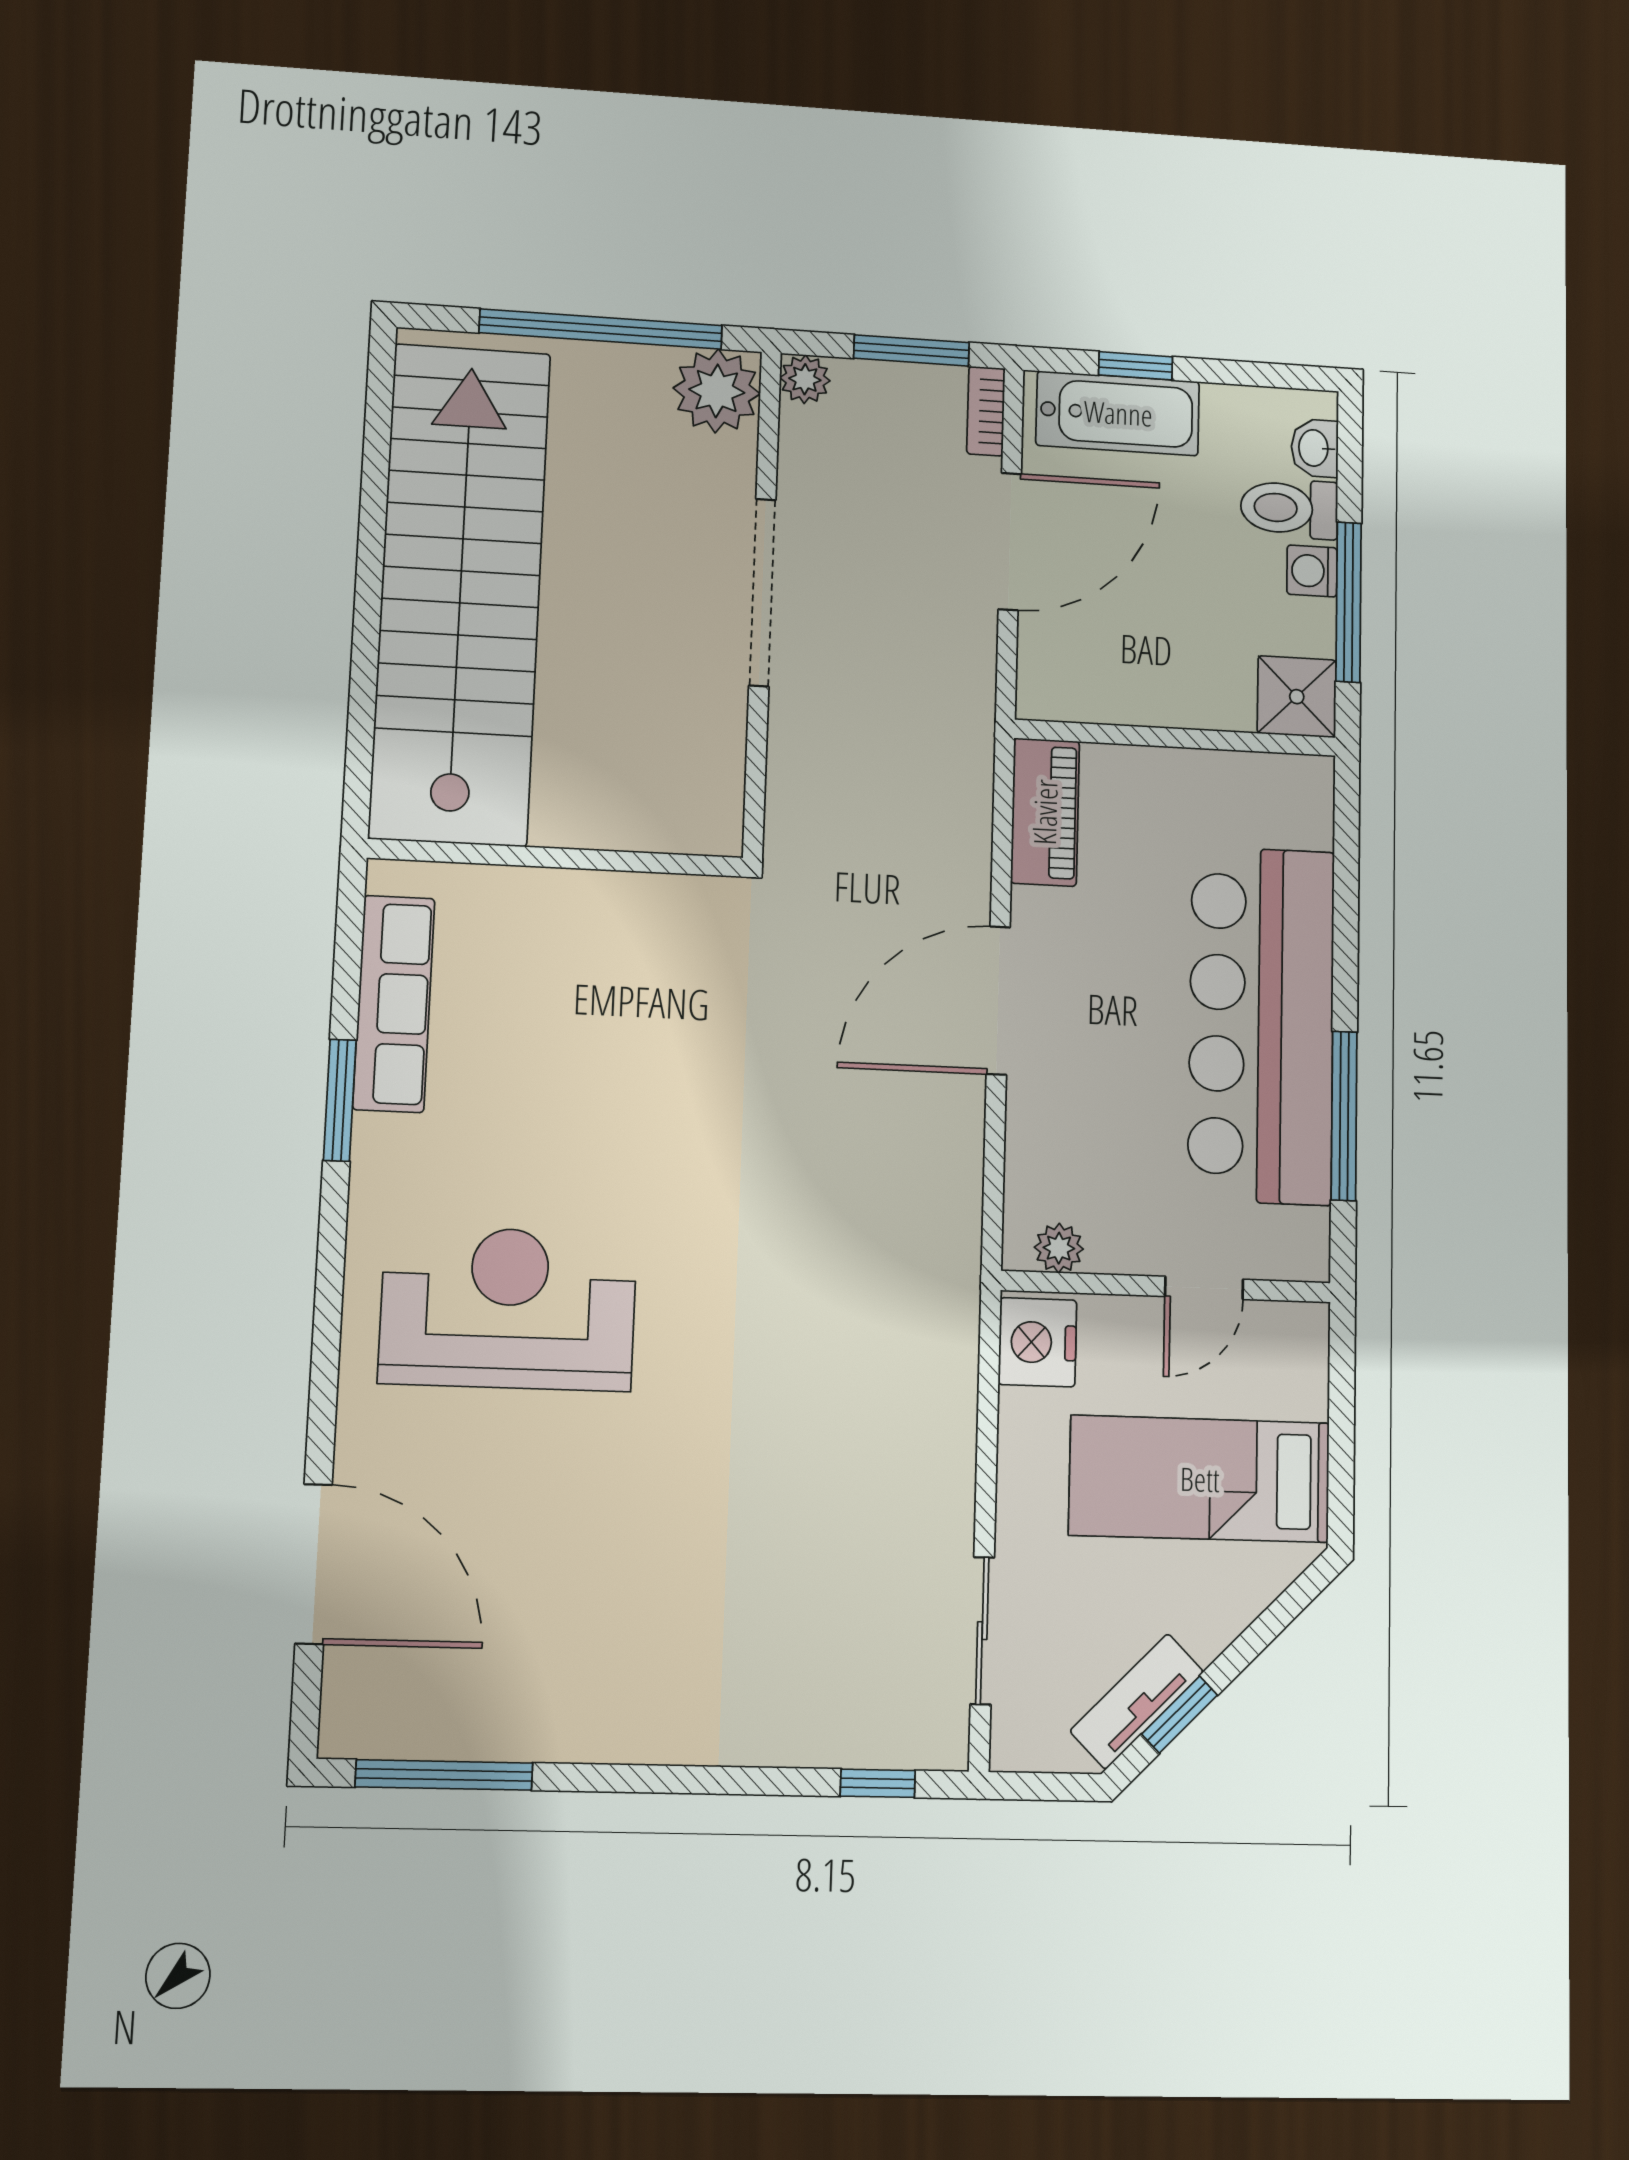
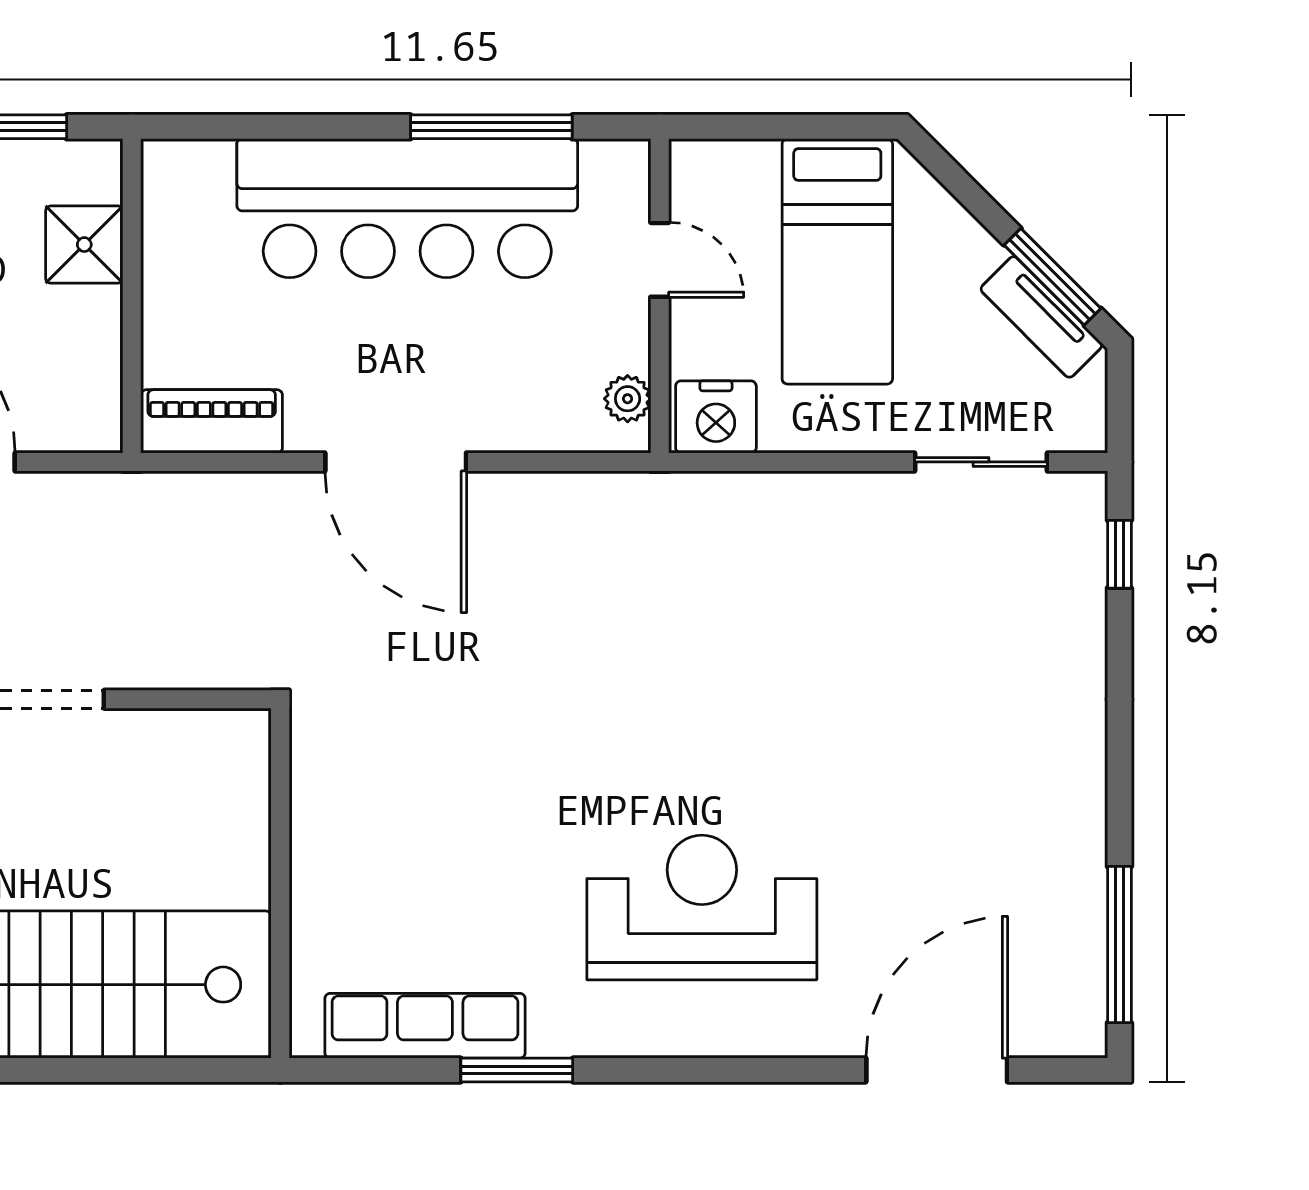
shower: (1297, 697) -> (84, 245), moved
reception desk: (508, 1308) -> (702, 907), turned 90
window: (1180, 1715) -> (1053, 277), width x1.50

